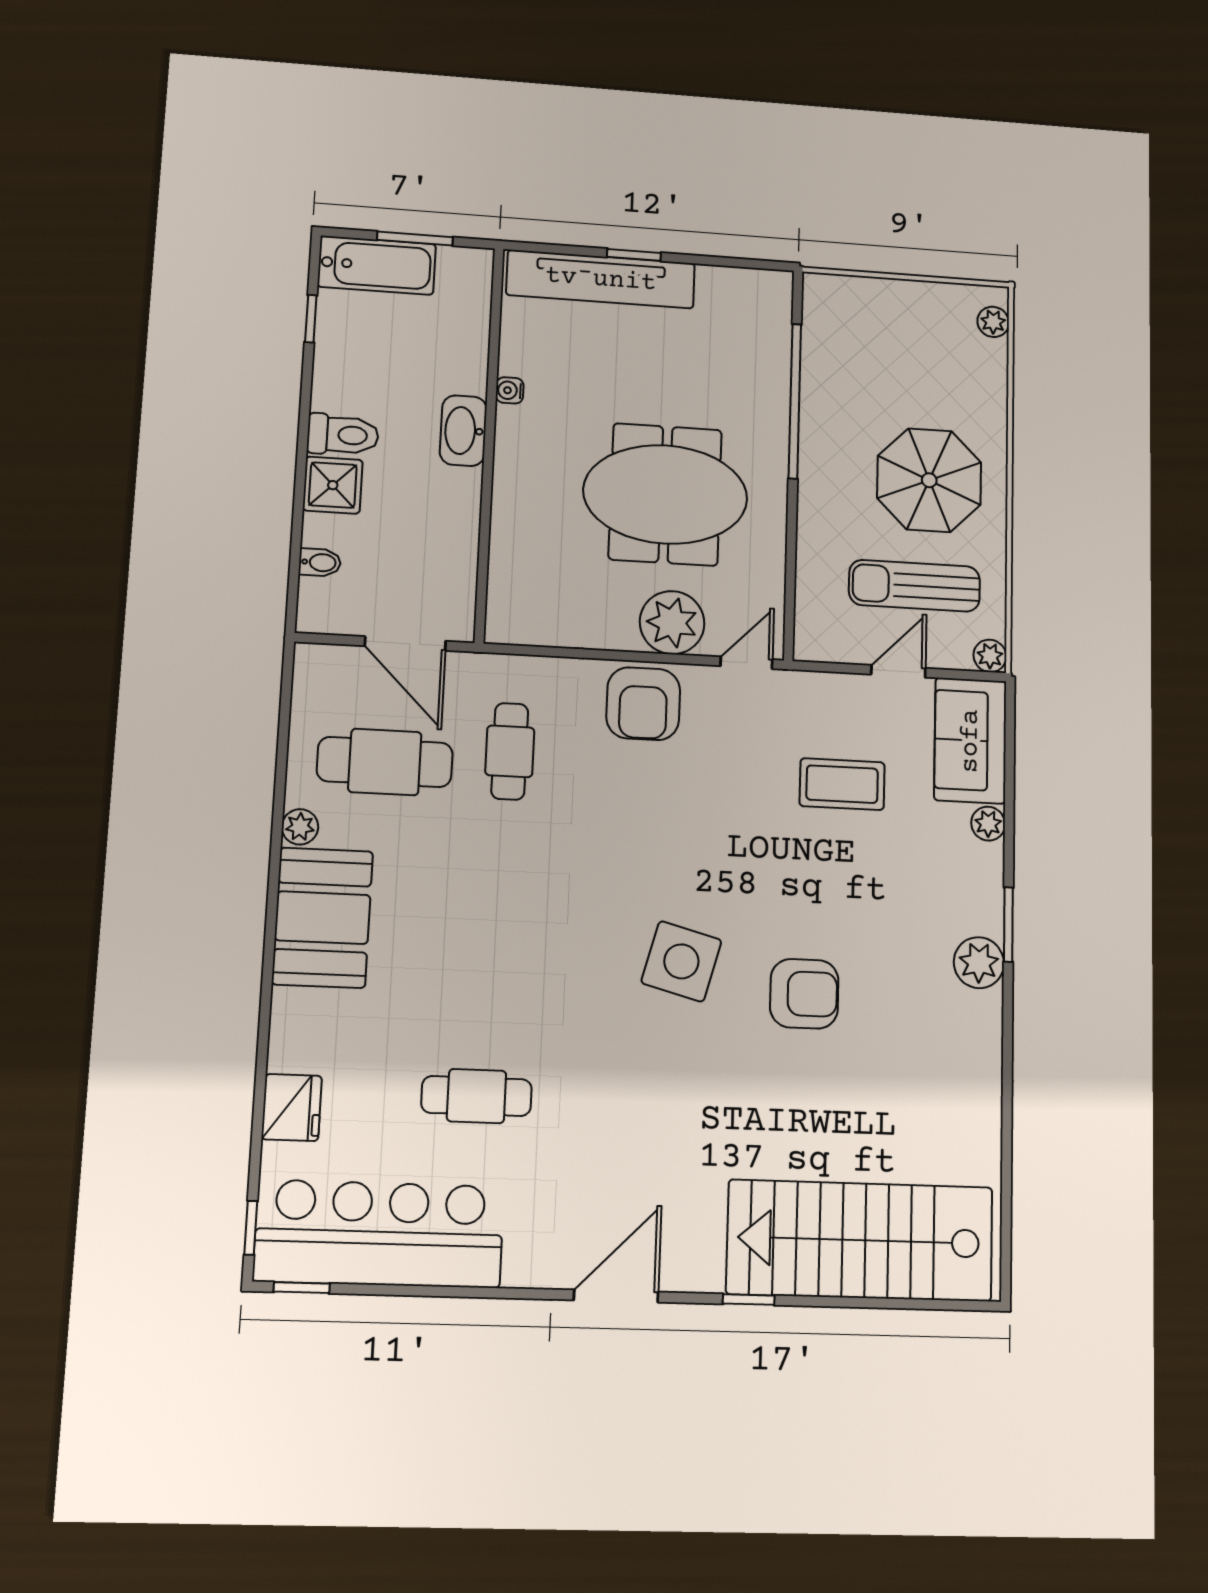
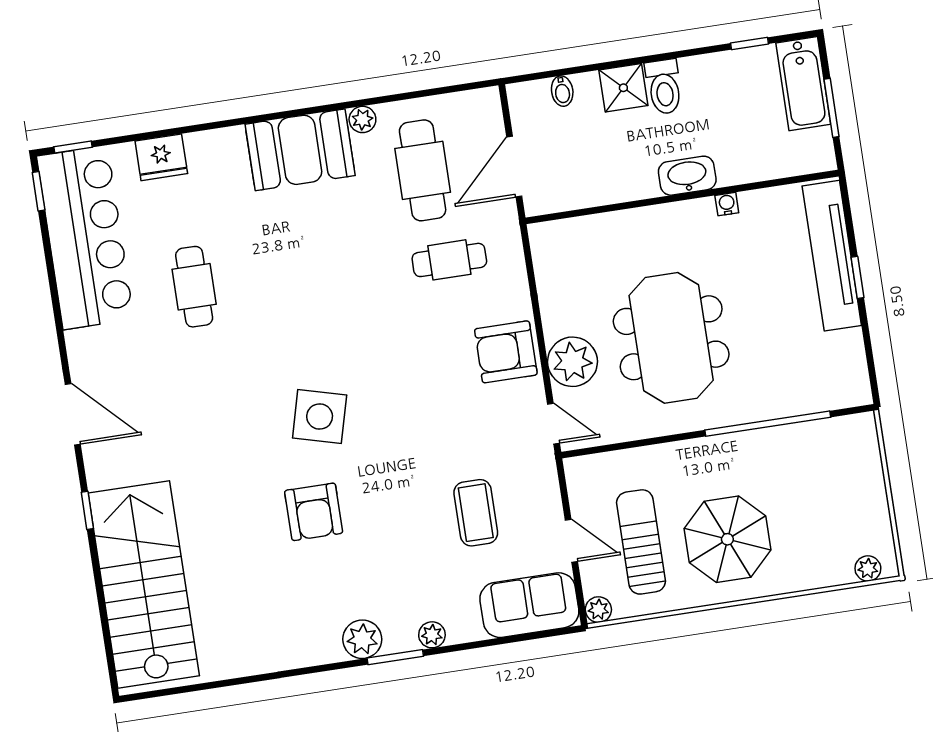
plant: (988, 824) -> (432, 635), moved

